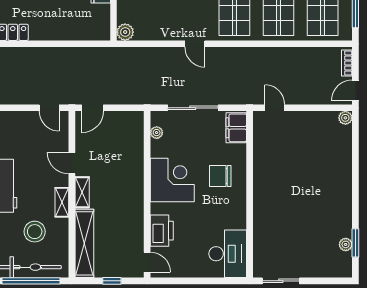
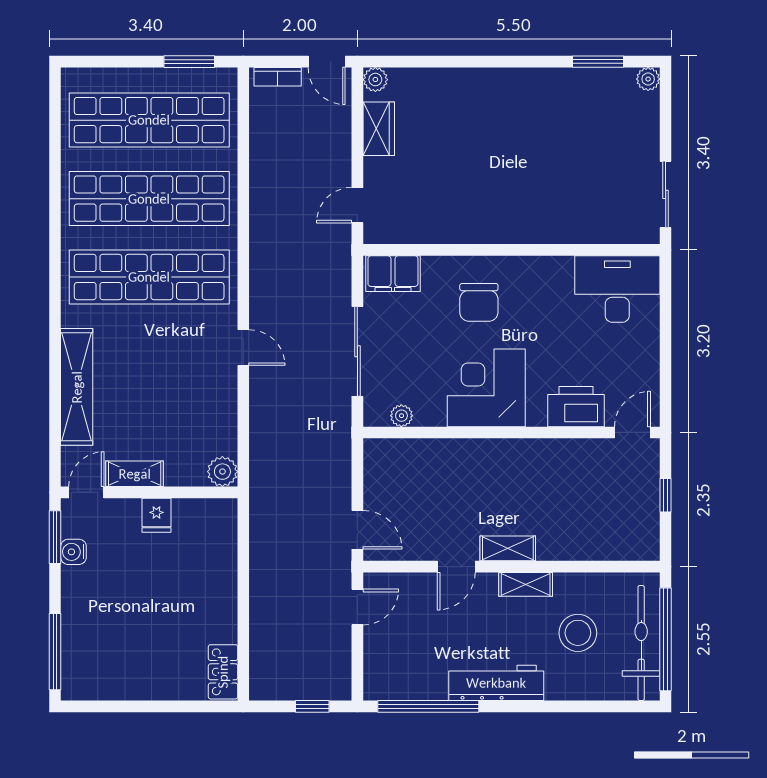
door: (195, 44) -> (243, 348), hinge flipped
wardrobe: (318, 120) -> (379, 129), added
shelving: (84, 243) -> (599, 544), removed
plant: (346, 244) -> (648, 79), moved

